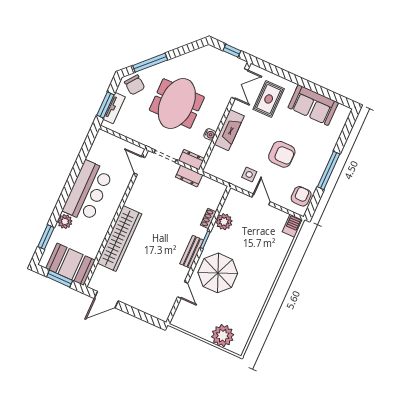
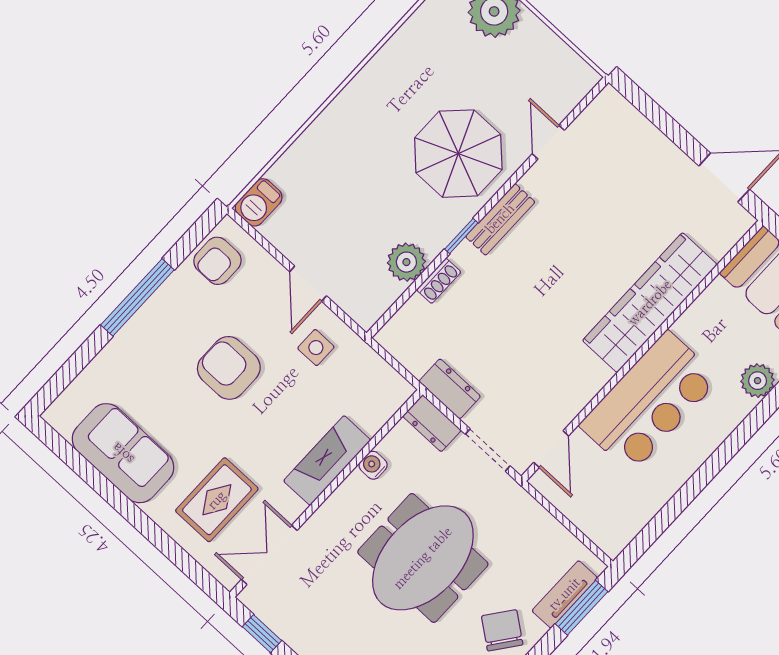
bar counter: (88, 191) -> (649, 402), moved, turned 180

